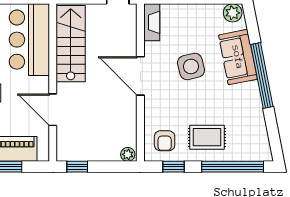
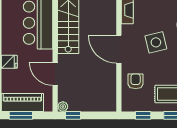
armchair: (165, 141) -> (136, 81), moved, turned 180
plant: (128, 154) -> (63, 107), moved

